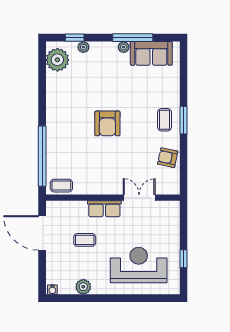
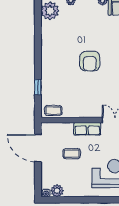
window: (42, 156) -> (38, 87), width x0.32
plant: (83, 287) -> (57, 191), moved

